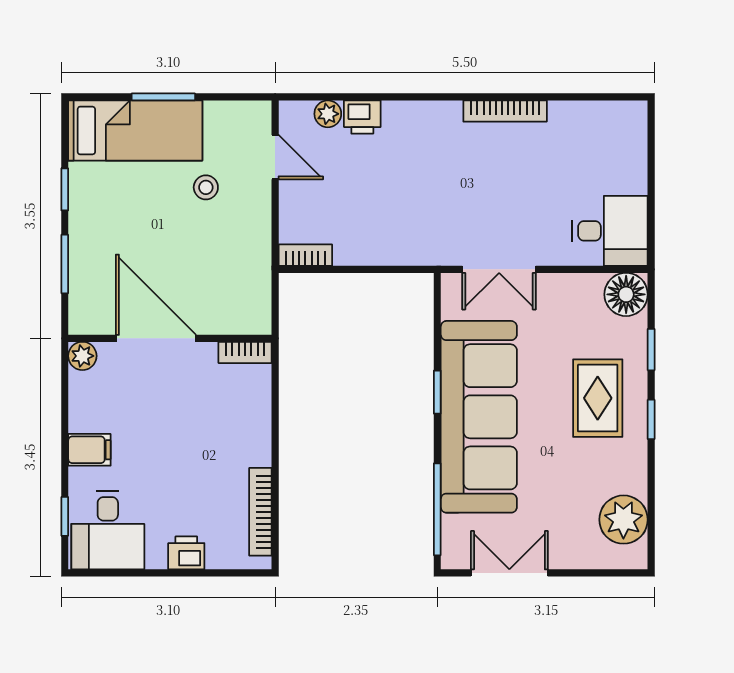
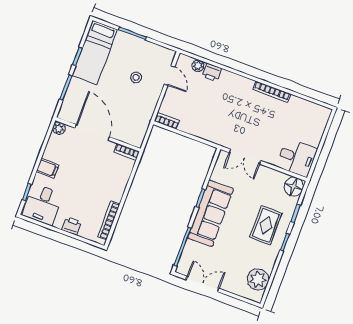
bed: (135, 131) -> (95, 53), moved, turned 90
sofa: (479, 417) -> (210, 213), width x0.74, depth x0.79

